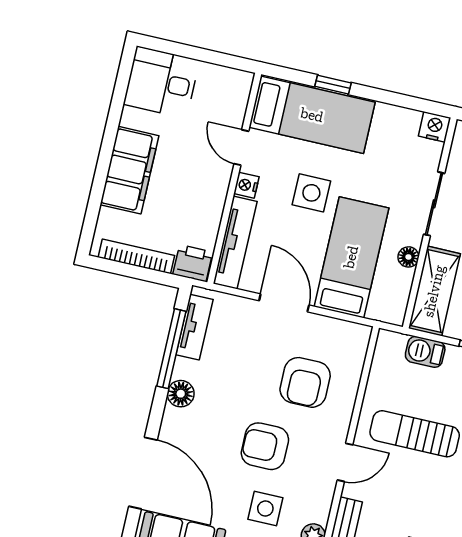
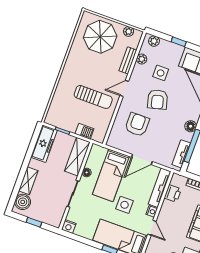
printer: (193, 263) -> (173, 193), moved, turned -90
door: (284, 303) -> (142, 159), hinge flipped
armchair: (265, 446) -> (158, 100), turned 75

